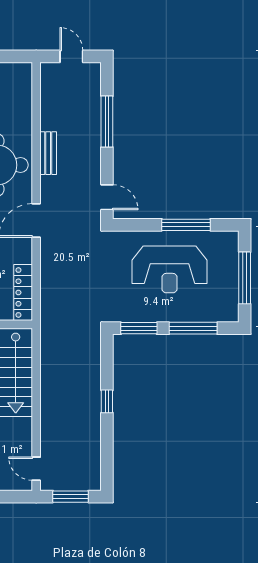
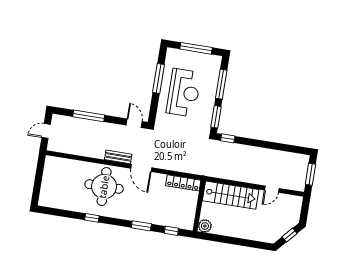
bench: (48, 153) -> (118, 157), moved
door: (107, 197) -> (134, 123), hinge flipped
window: (107, 401) -> (228, 138), moved
door: (36, 469) -> (272, 189), moved

